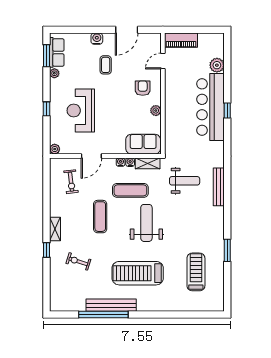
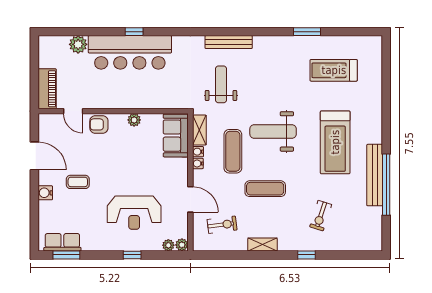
plant: (54, 73) -> (168, 245), moved
armchair: (143, 88) -> (99, 124), moved
shelving: (55, 229) -> (262, 245), moved

